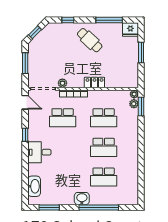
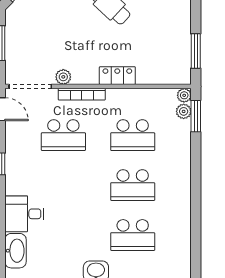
window: (141, 52) -> (196, 51), moved
desk: (39, 152) -> (24, 214), moved

